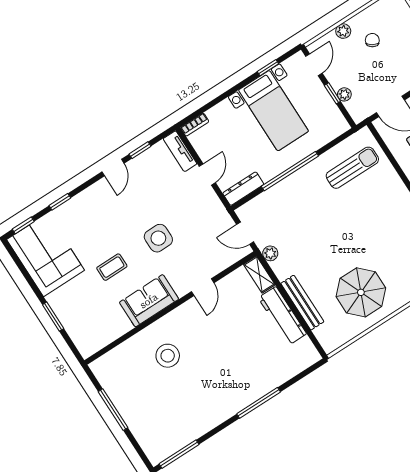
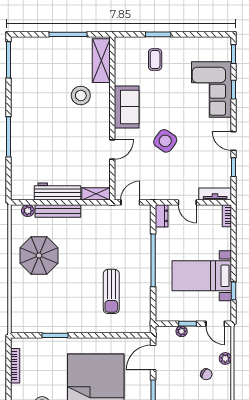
sun lounger: (352, 168) -> (111, 291), moved
dresser: (243, 189) -> (162, 216), width x0.70
side table: (158, 238) -> (165, 141), turned 35
plant: (270, 253) -> (28, 211), moved
corner sofa: (46, 255) -> (211, 89), moved, turned 90
coffee table: (112, 267) -> (155, 60), moved
door: (203, 287) -> (112, 150), swing flipped
shelving: (118, 358) -> (101, 61), added

